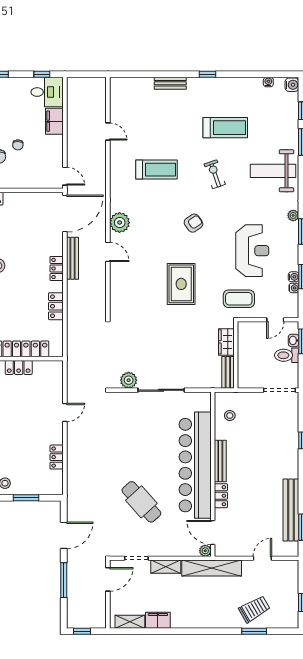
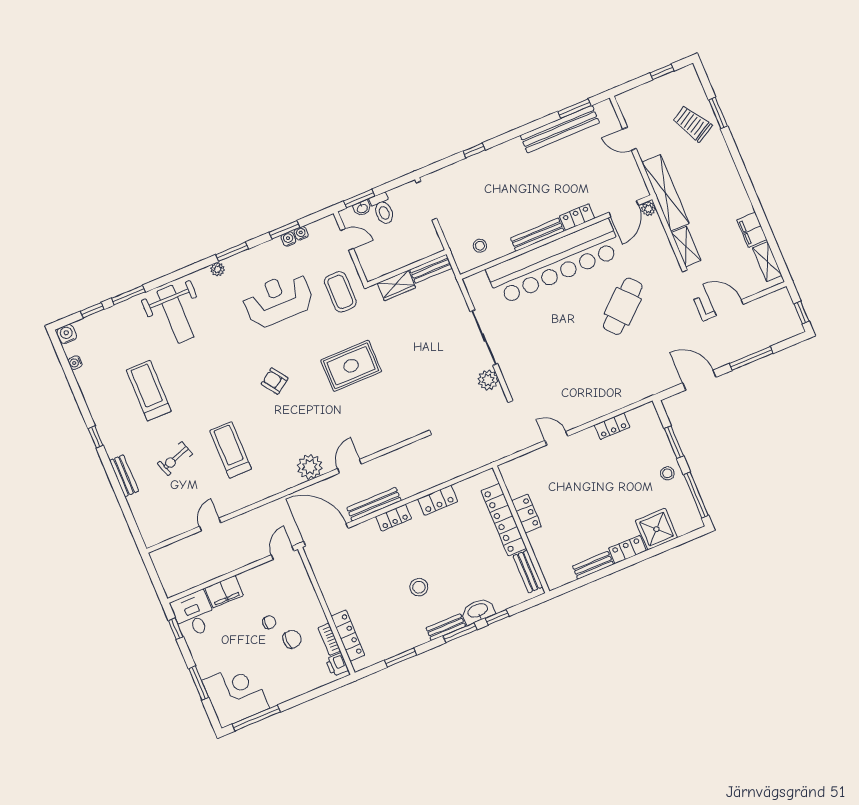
exercise bike: (215, 174) -> (175, 459), moved

